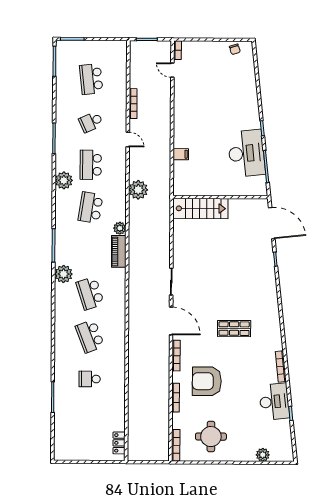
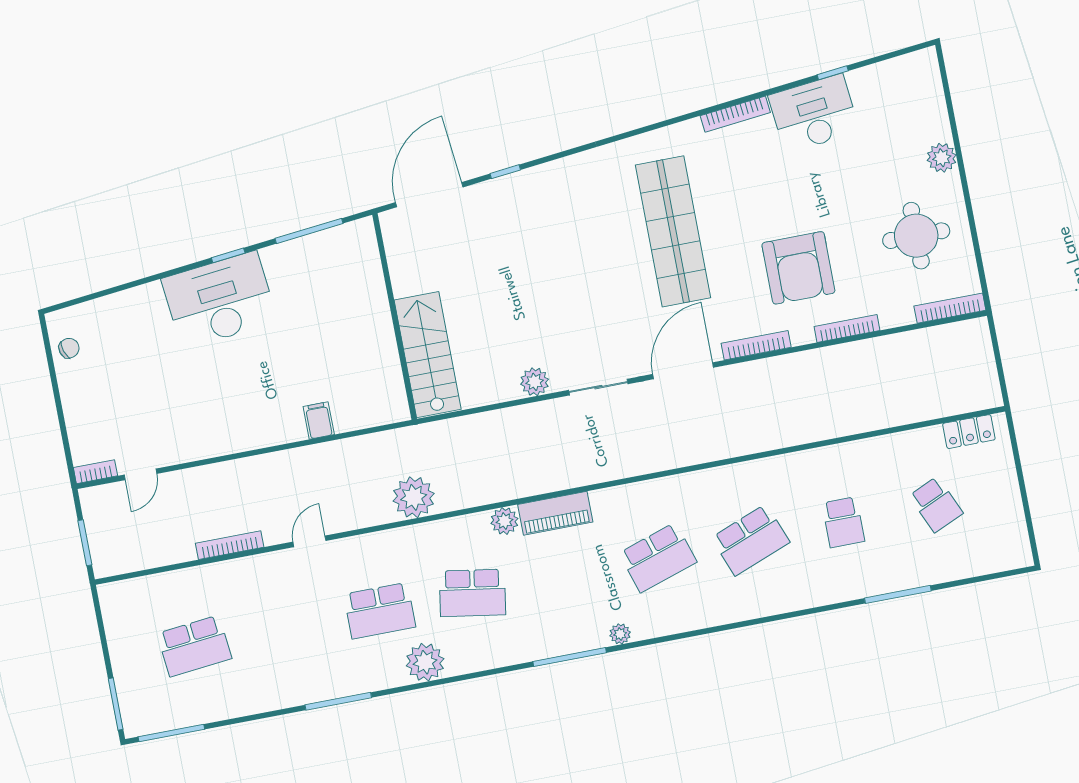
school desk: (91, 122) -> (936, 504), moved
desk: (246, 153) -> (219, 300), moved
plant: (179, 254) -> (535, 382), added
plant: (64, 274) -> (620, 634), width x0.53, depth x0.53
shop shelf: (234, 329) -> (673, 231), width x2.00, depth x1.36
plant: (263, 455) -> (942, 158), moved

